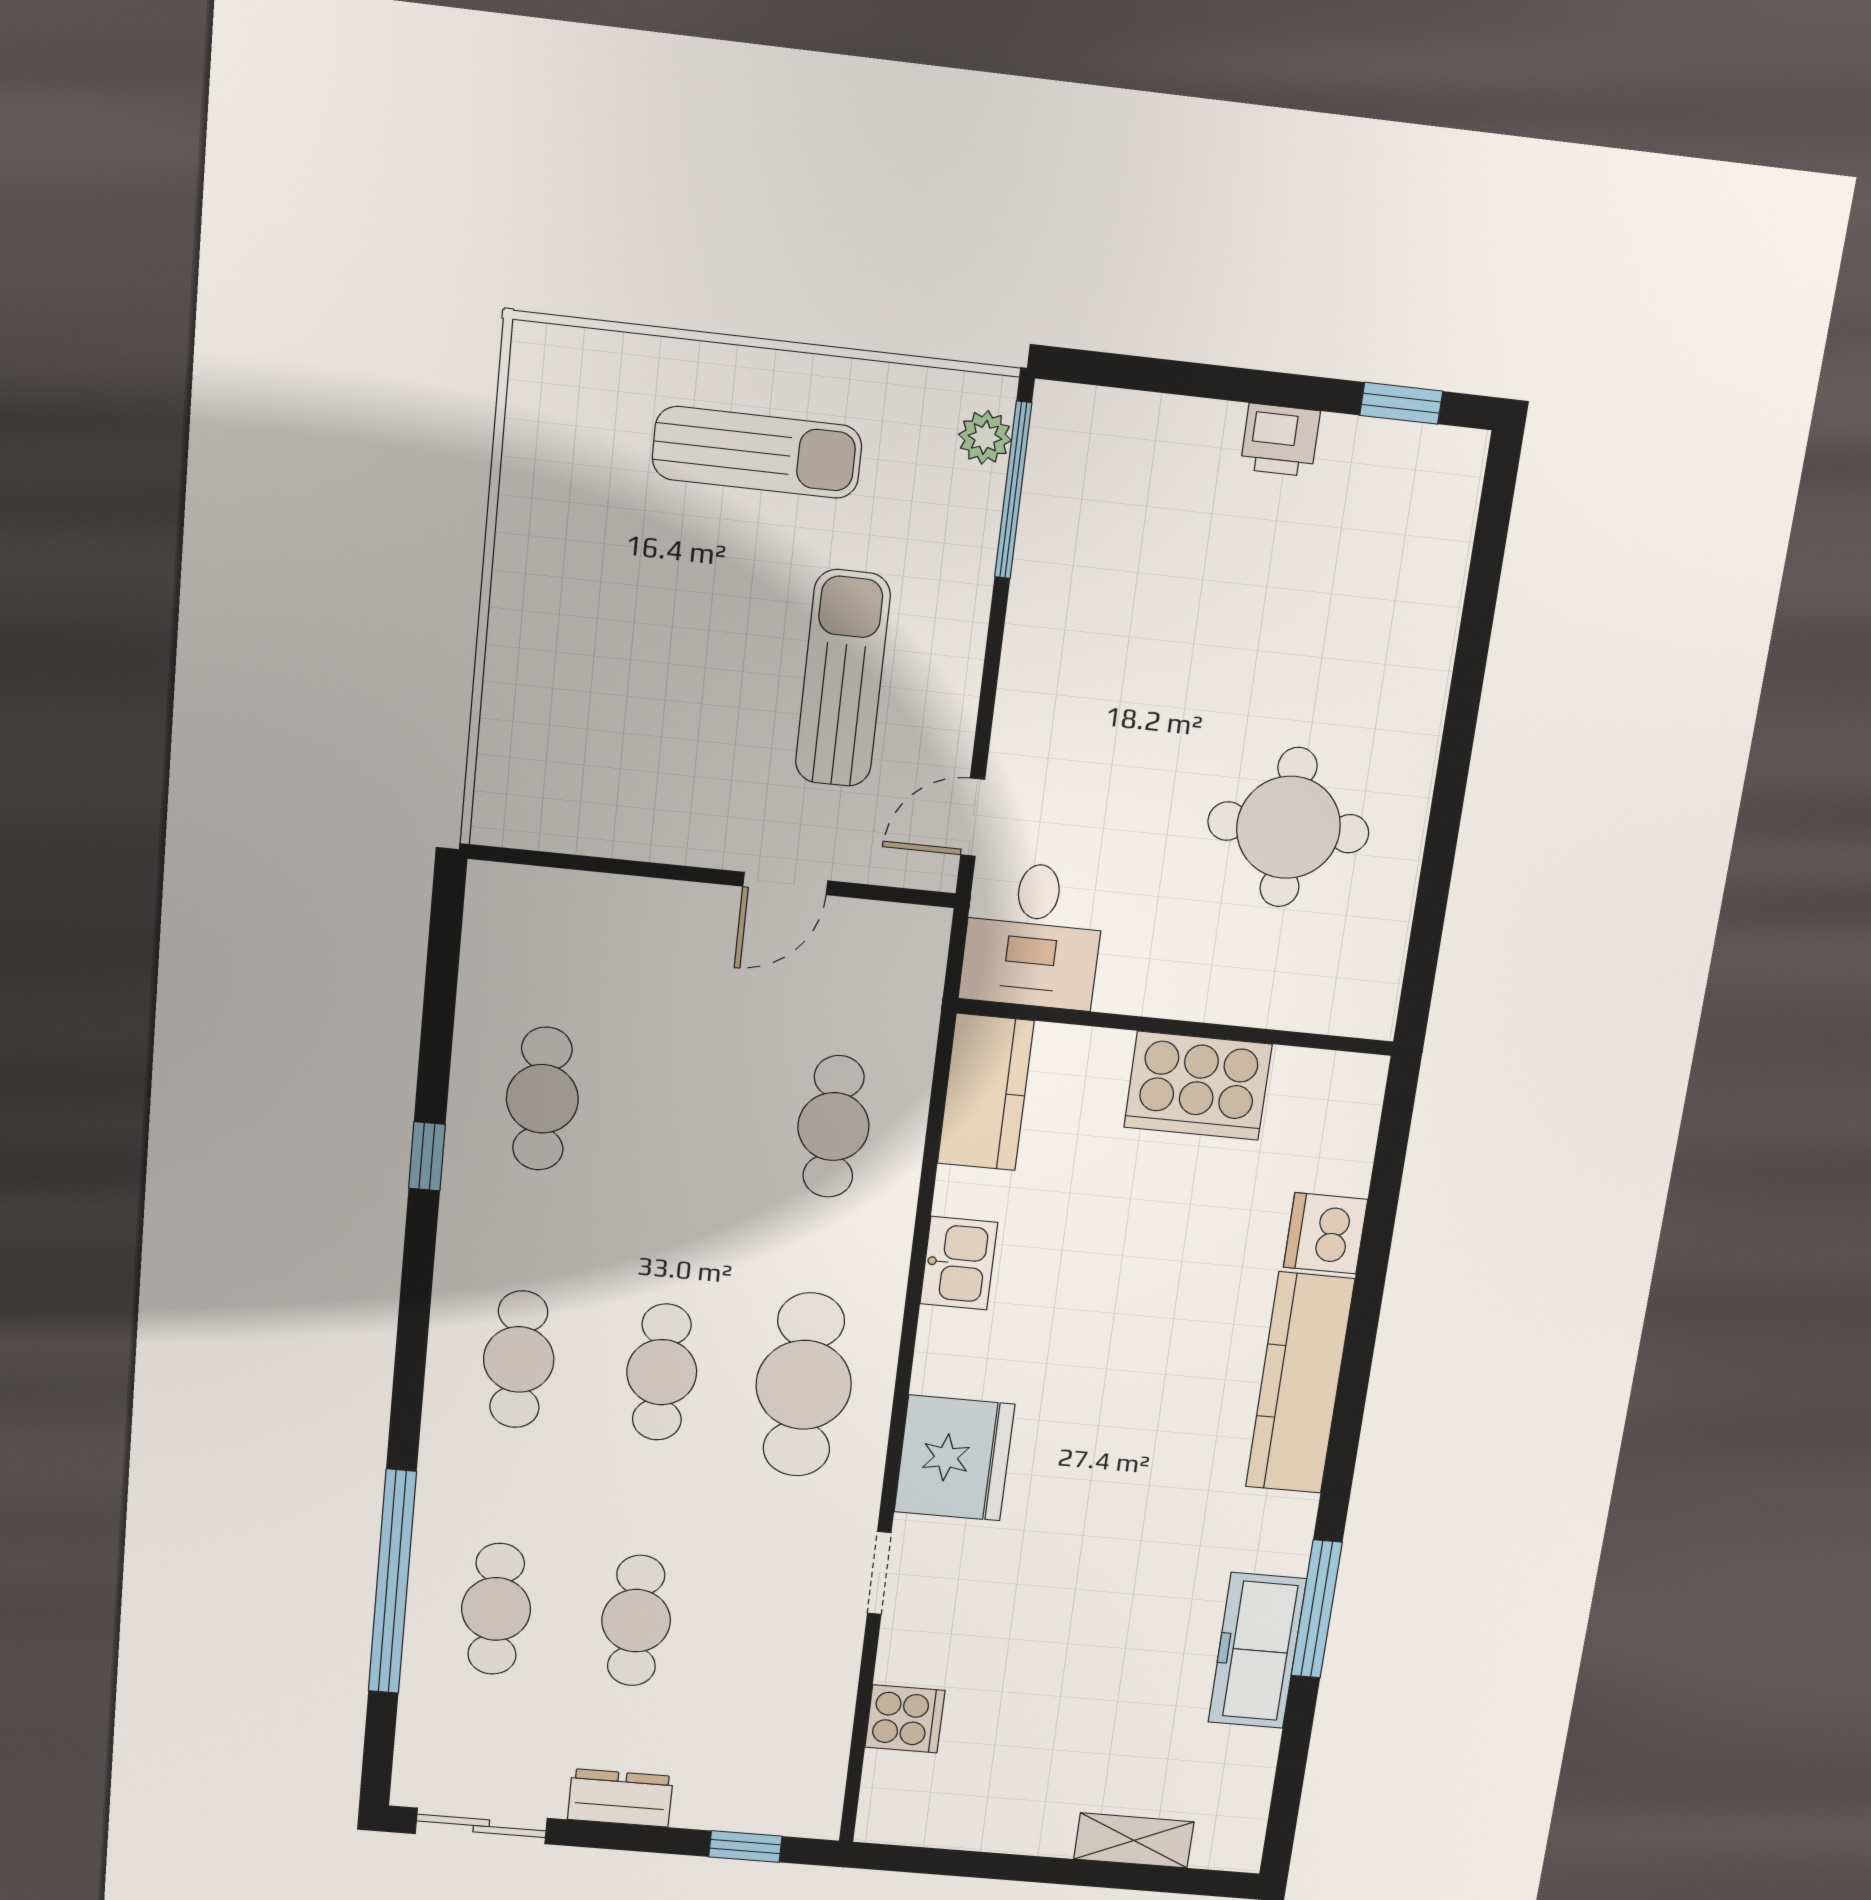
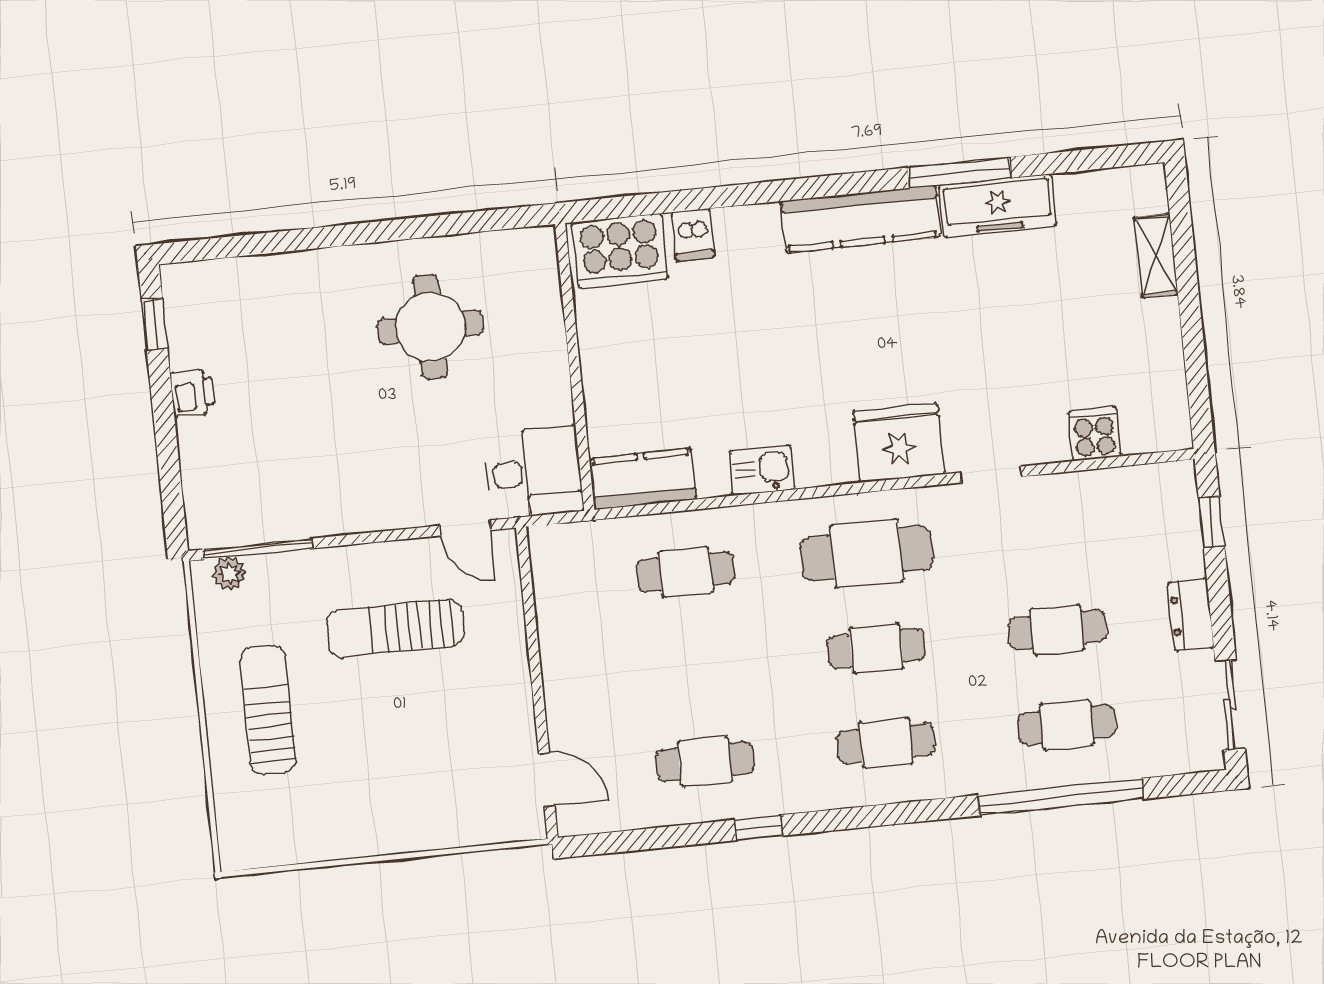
door: (785, 884) -> (547, 780), moved
cooker: (1198, 1086) -> (620, 251), moved, turned 90
dishwasher: (1325, 1233) -> (693, 235), width x0.73
kitchen counter: (1300, 1383) -> (860, 219), moved

